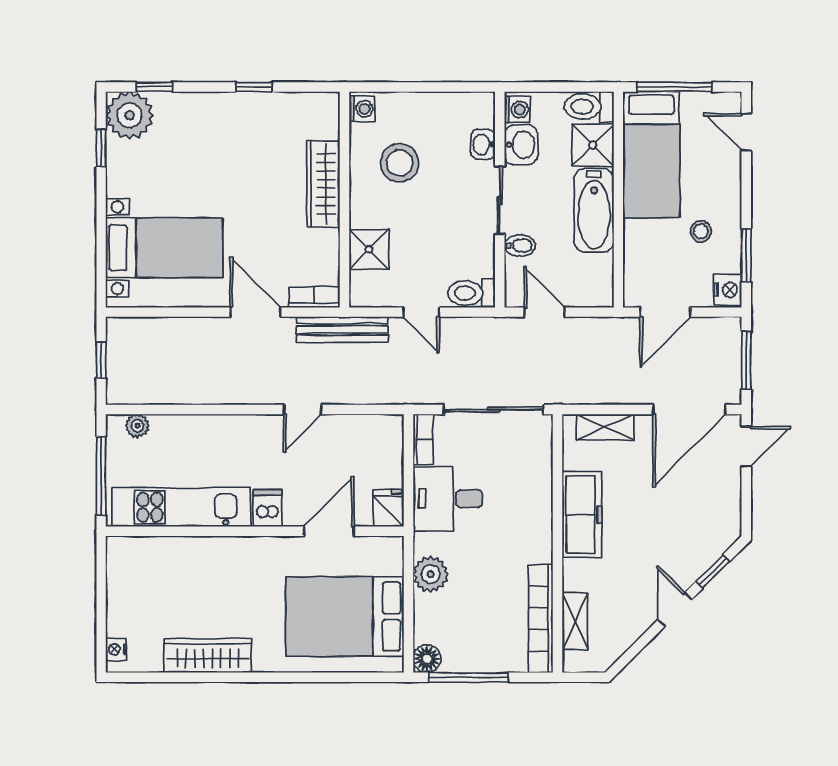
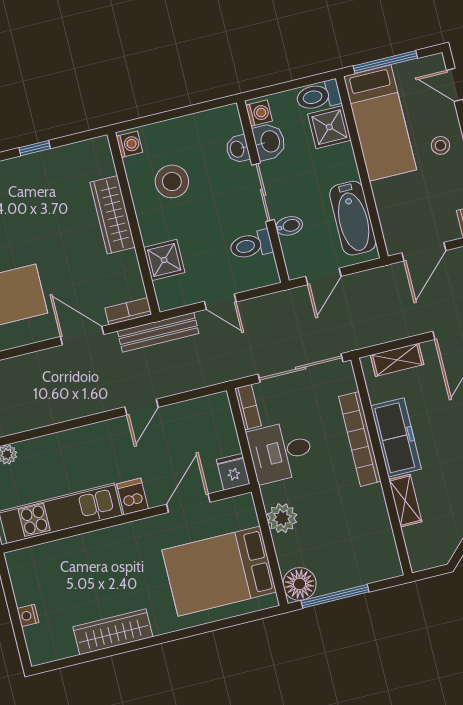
bathtub: (594, 210) -> (353, 218), moved
stool: (701, 231) -> (440, 145), moved
toilet: (471, 293) -> (251, 245), moved
door: (545, 312) -> (323, 276), swing flipped
bookcase: (541, 619) -> (360, 439), moved
shelving: (575, 621) -> (405, 501), moved
nightstand: (116, 649) -> (28, 615), moved
floor lamp: (427, 659) -> (300, 584), width x1.38, depth x1.38

